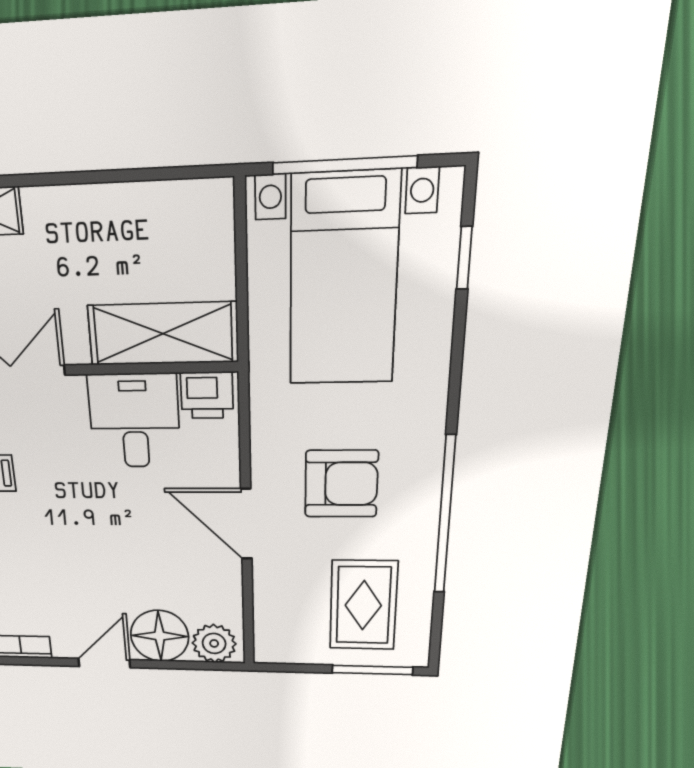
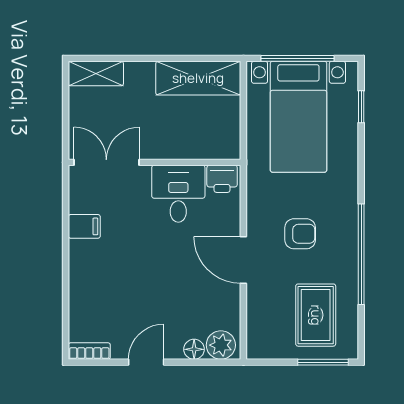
shelving: (163, 334) -> (198, 78), moved
armchair: (341, 484) -> (300, 234), width x0.72, depth x0.72
floor lamp: (160, 636) -> (194, 349), width x0.53, depth x0.53

